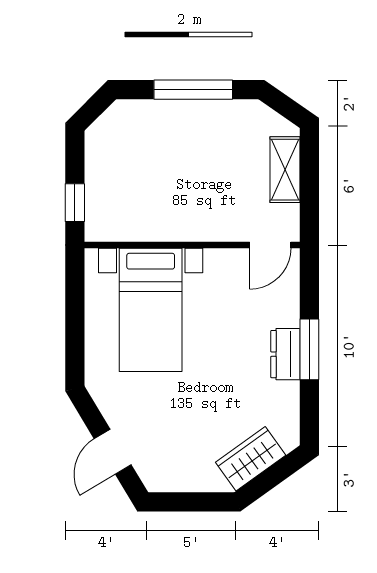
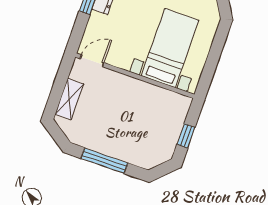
window: (75, 203) -> (186, 136), moved

